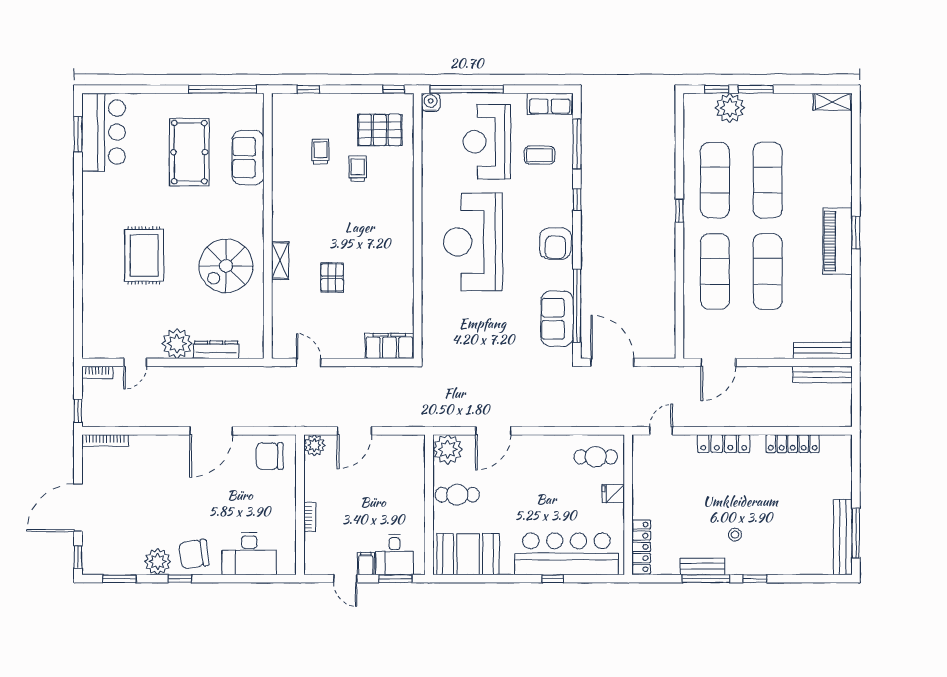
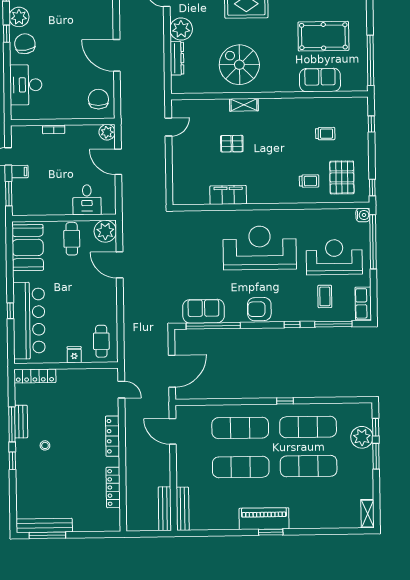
trolley: (358, 169) -> (309, 181), moved
filing cabinet: (389, 346) -> (228, 195), moved, turned -90
door: (612, 362) -> (172, 371), moved
desk: (395, 555) -> (87, 200), moved, turned -90

